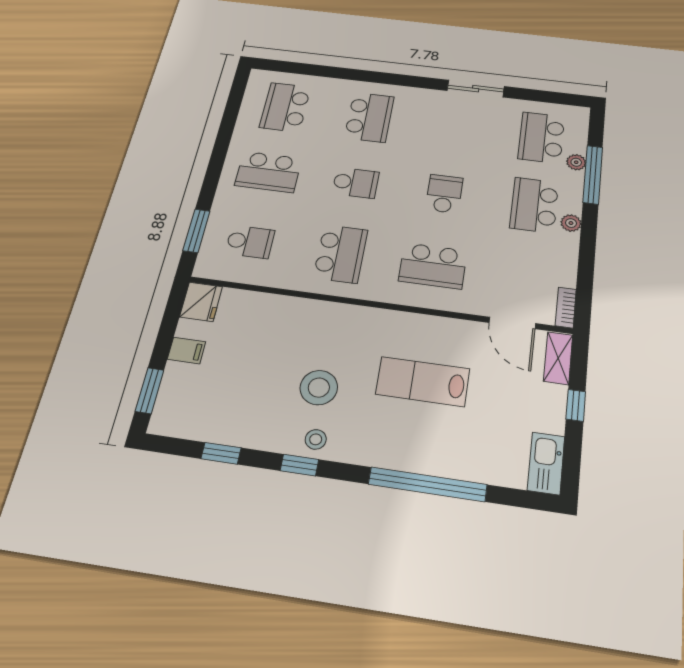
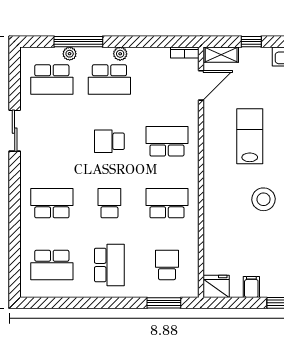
school desk: (433, 266) -> (167, 141), turned -90
lab bench: (423, 381) -> (250, 136), turned 180

